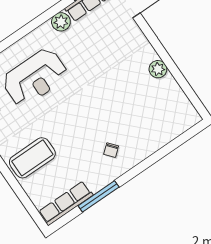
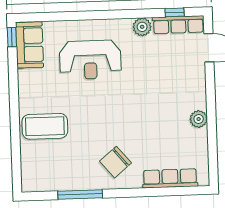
chair: (111, 150) -> (116, 162), width x1.87, depth x1.87
row of seats: (66, 203) -> (170, 178), moved

